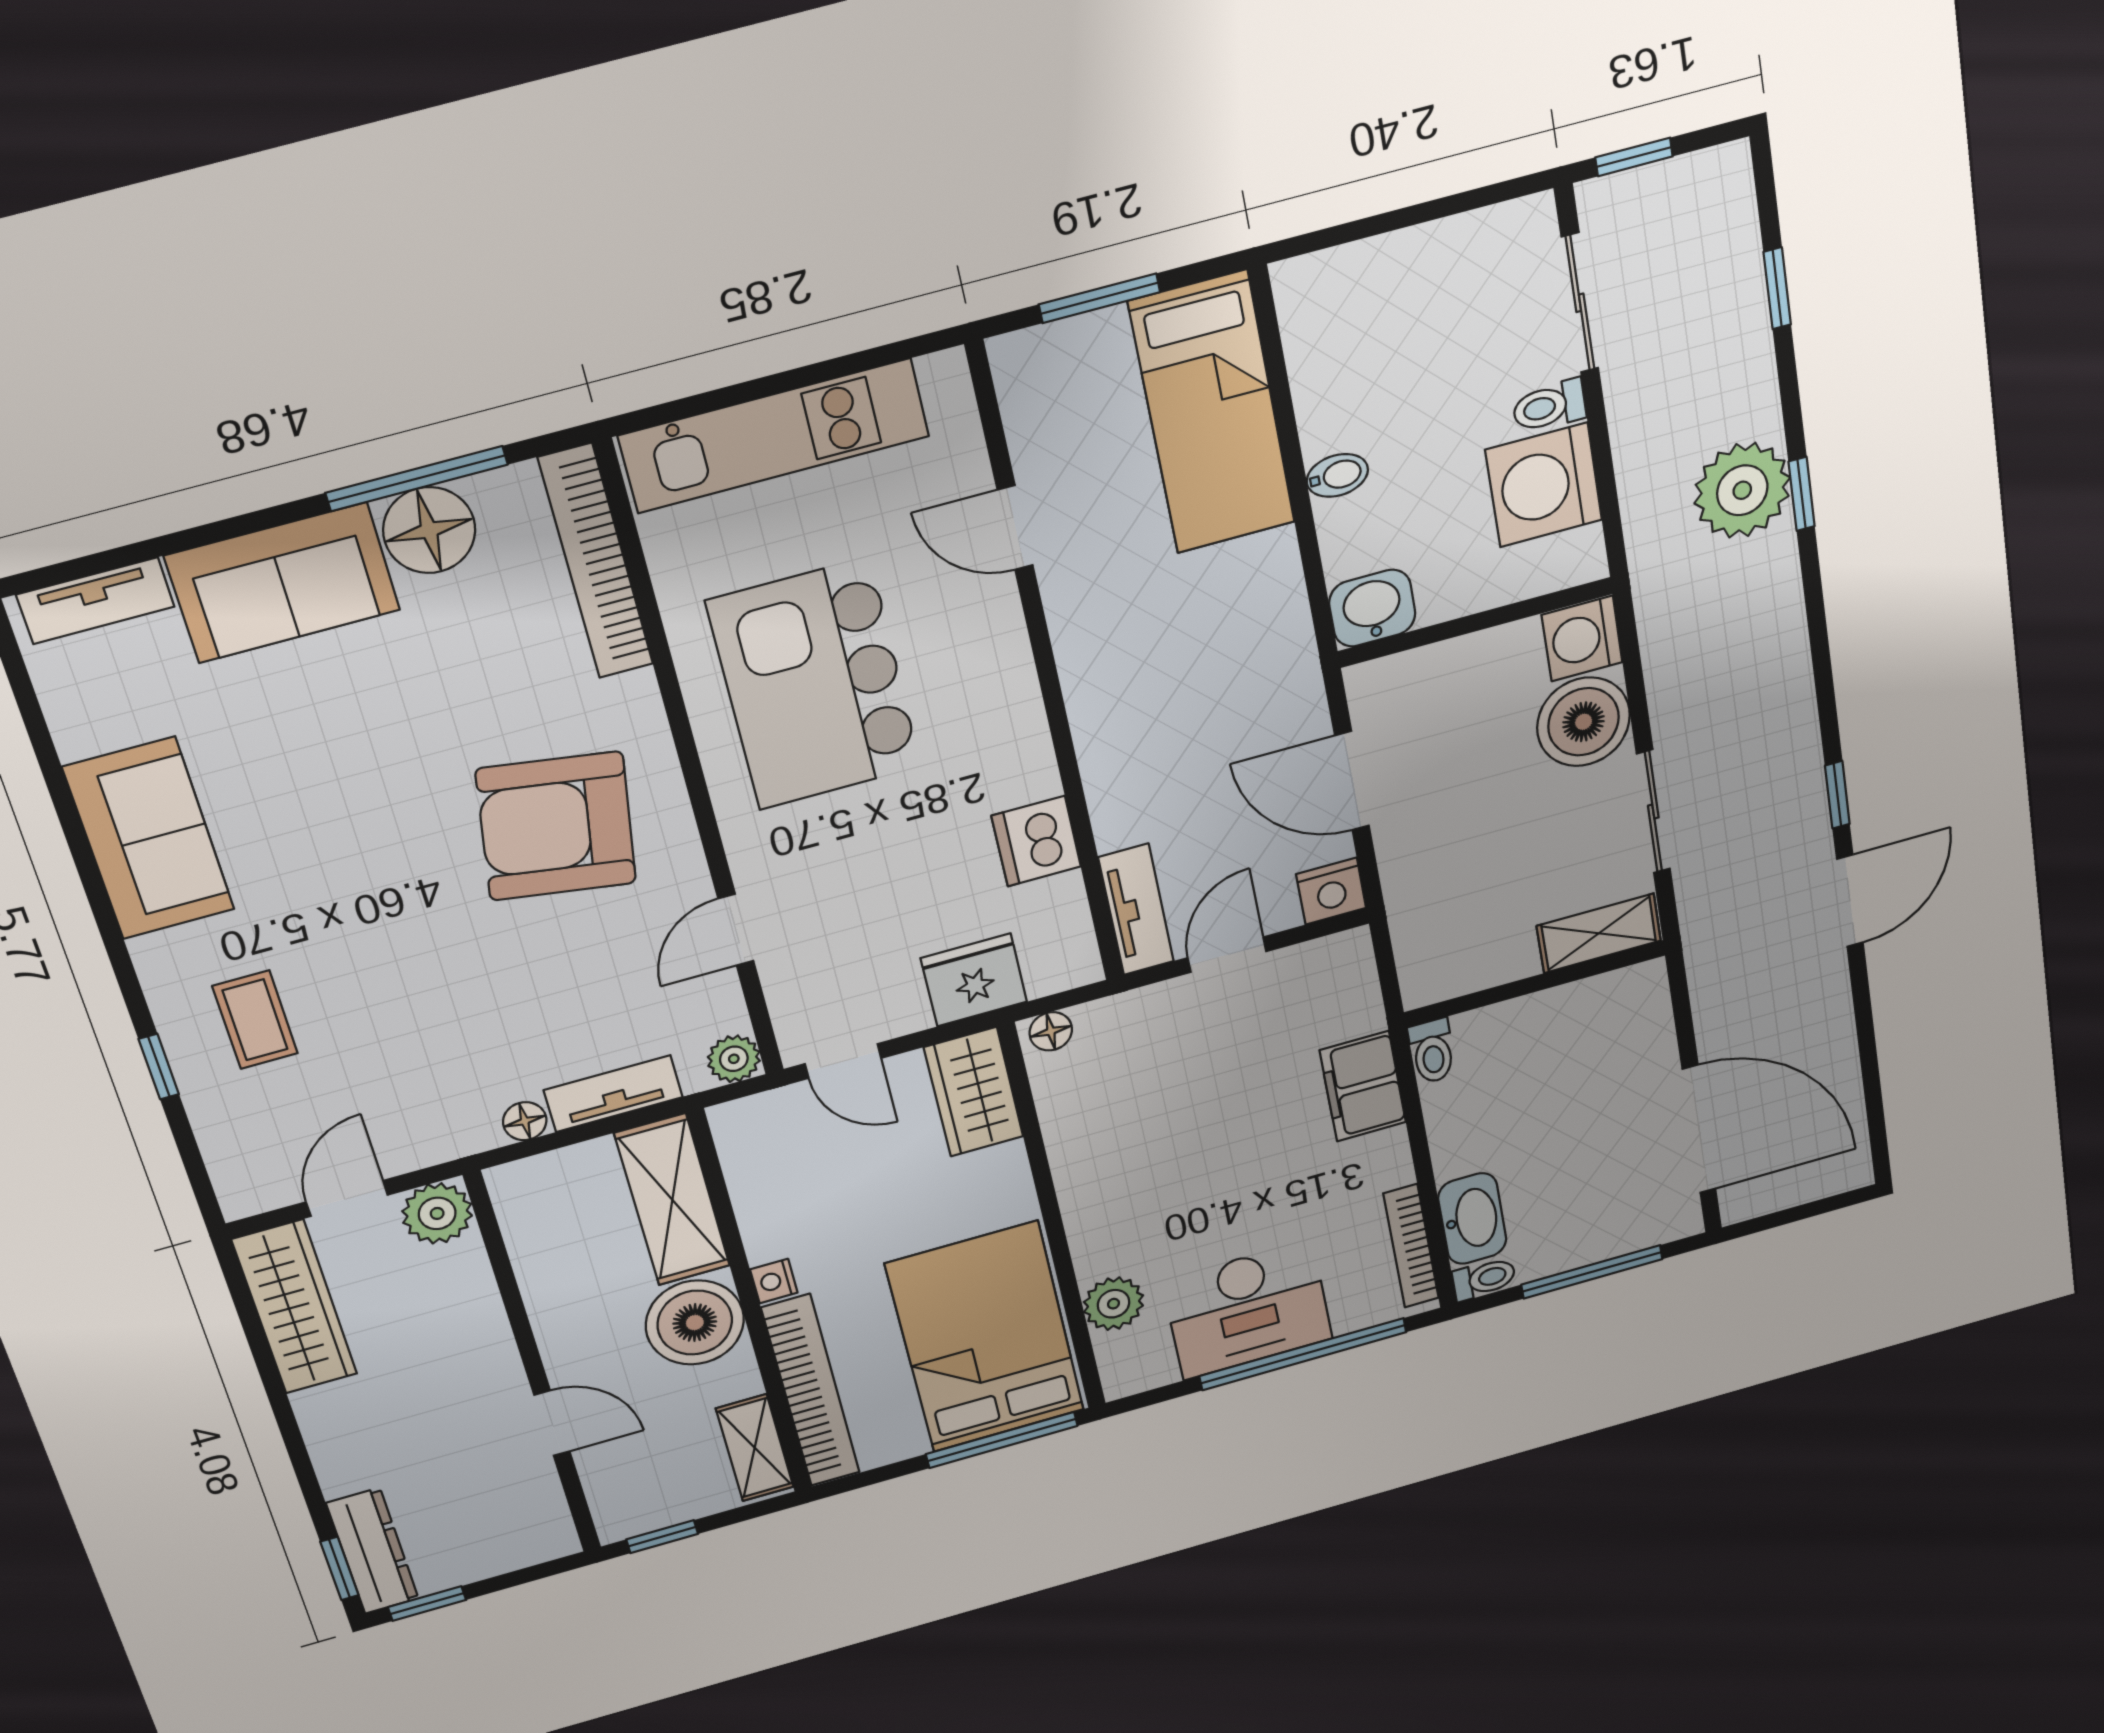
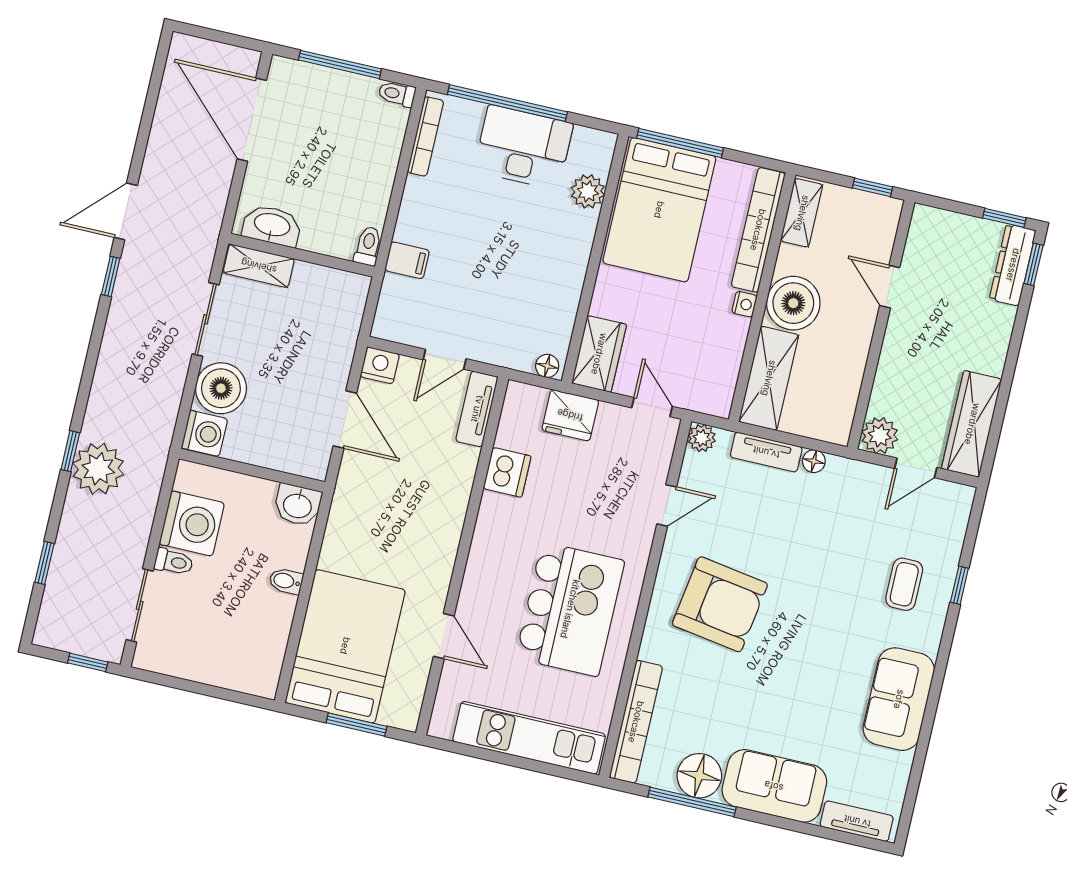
bed: (1212, 413) -> (345, 646), width x1.50
filing cabinet: (1363, 1086) -> (407, 260), width x0.50
washbasin: (1472, 1219) -> (272, 226), moved, turned 90

